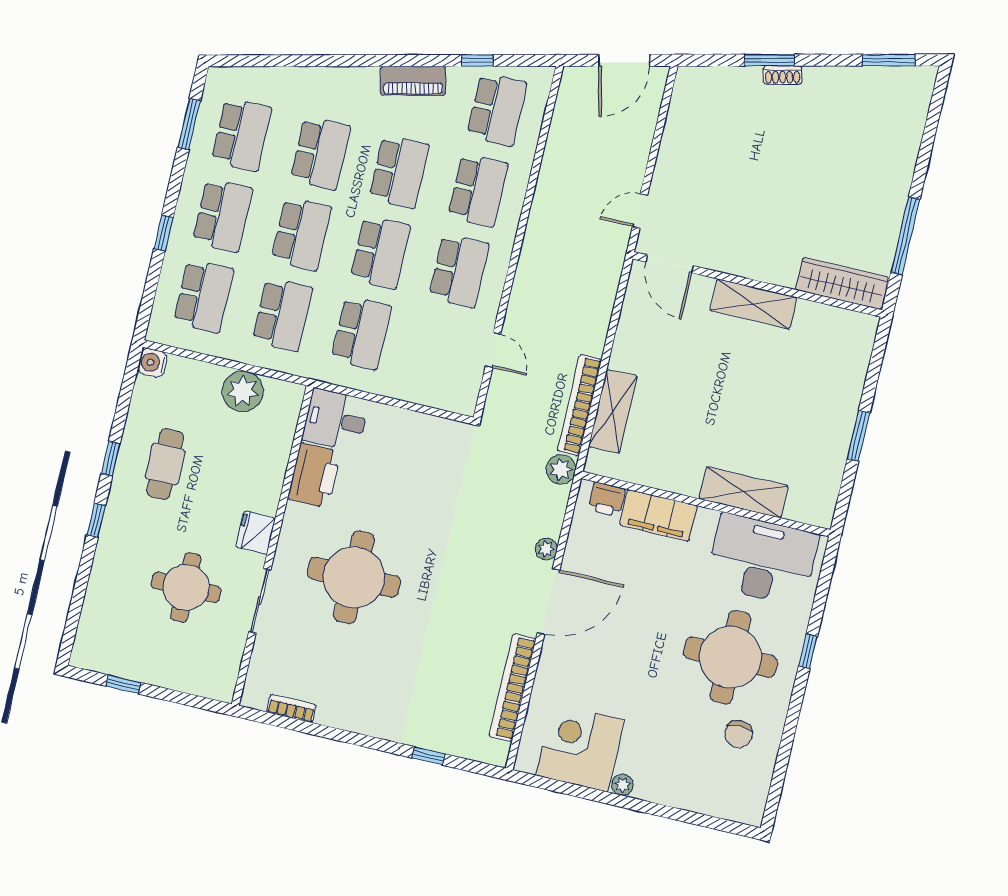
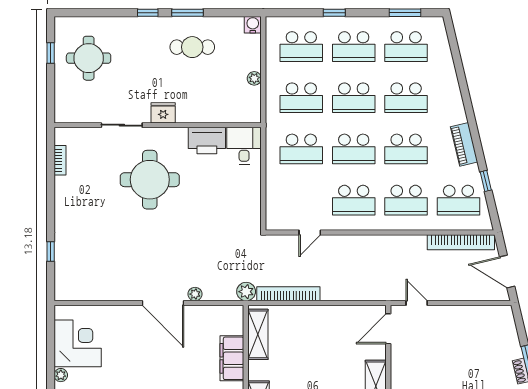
plant: (243, 391) -> (254, 78), width x0.53, depth x0.53
shelving: (613, 411) -> (258, 334), moved, turned 90
window: (111, 459) -> (188, 13), width x1.50
printer: (607, 499) -> (234, 324), removed
round table: (186, 587) -> (89, 58), moved
bookcase: (513, 688) -> (461, 242), moved, turned 180

